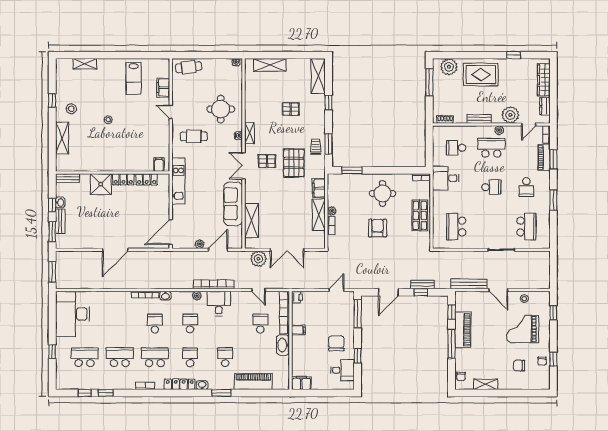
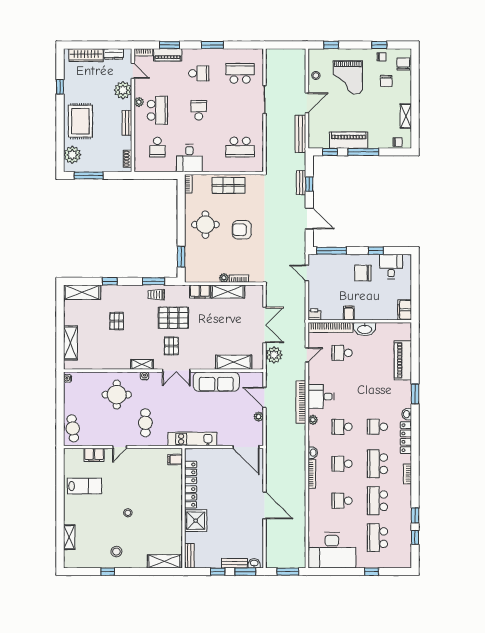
shelving: (62, 138) -> (164, 561), moved
school desk: (491, 148) -> (157, 110), turned 180
washbasin: (60, 202) -> (254, 563), moved
school desk: (225, 357) -> (342, 501), moved
chair: (535, 382) -> (403, 64), added

